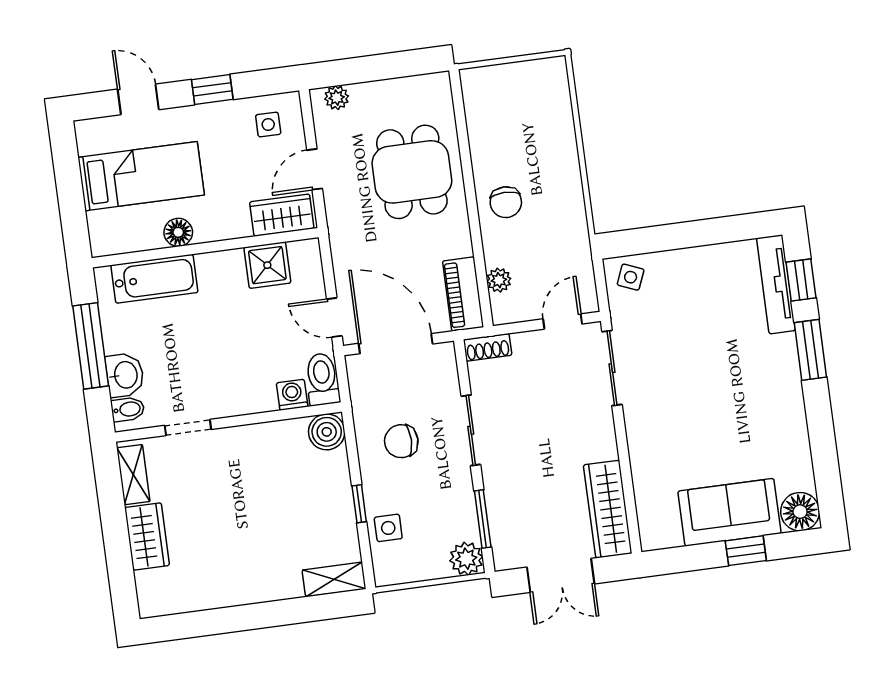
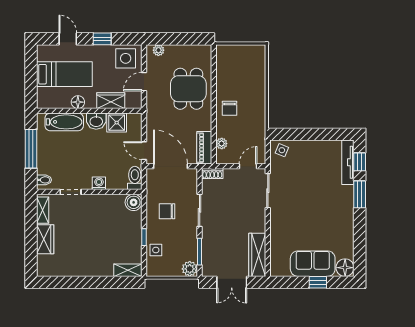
side table: (268, 124) -> (126, 58), width x1.87, depth x1.87
wardrobe: (282, 215) -> (111, 101), moved
washbasin: (125, 375) -> (96, 121), moved, turned 90
washing machine: (292, 395) -> (99, 183), moved

